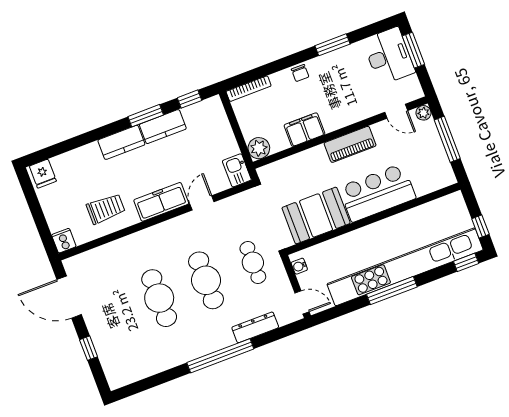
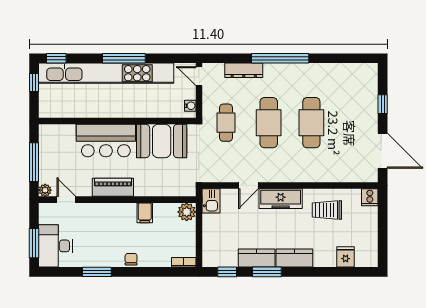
bookcase: (249, 89) -> (184, 262), width x0.64
filing cabinet: (304, 130) -> (145, 213), width x0.50
fridge: (43, 174) -> (346, 257), moved

